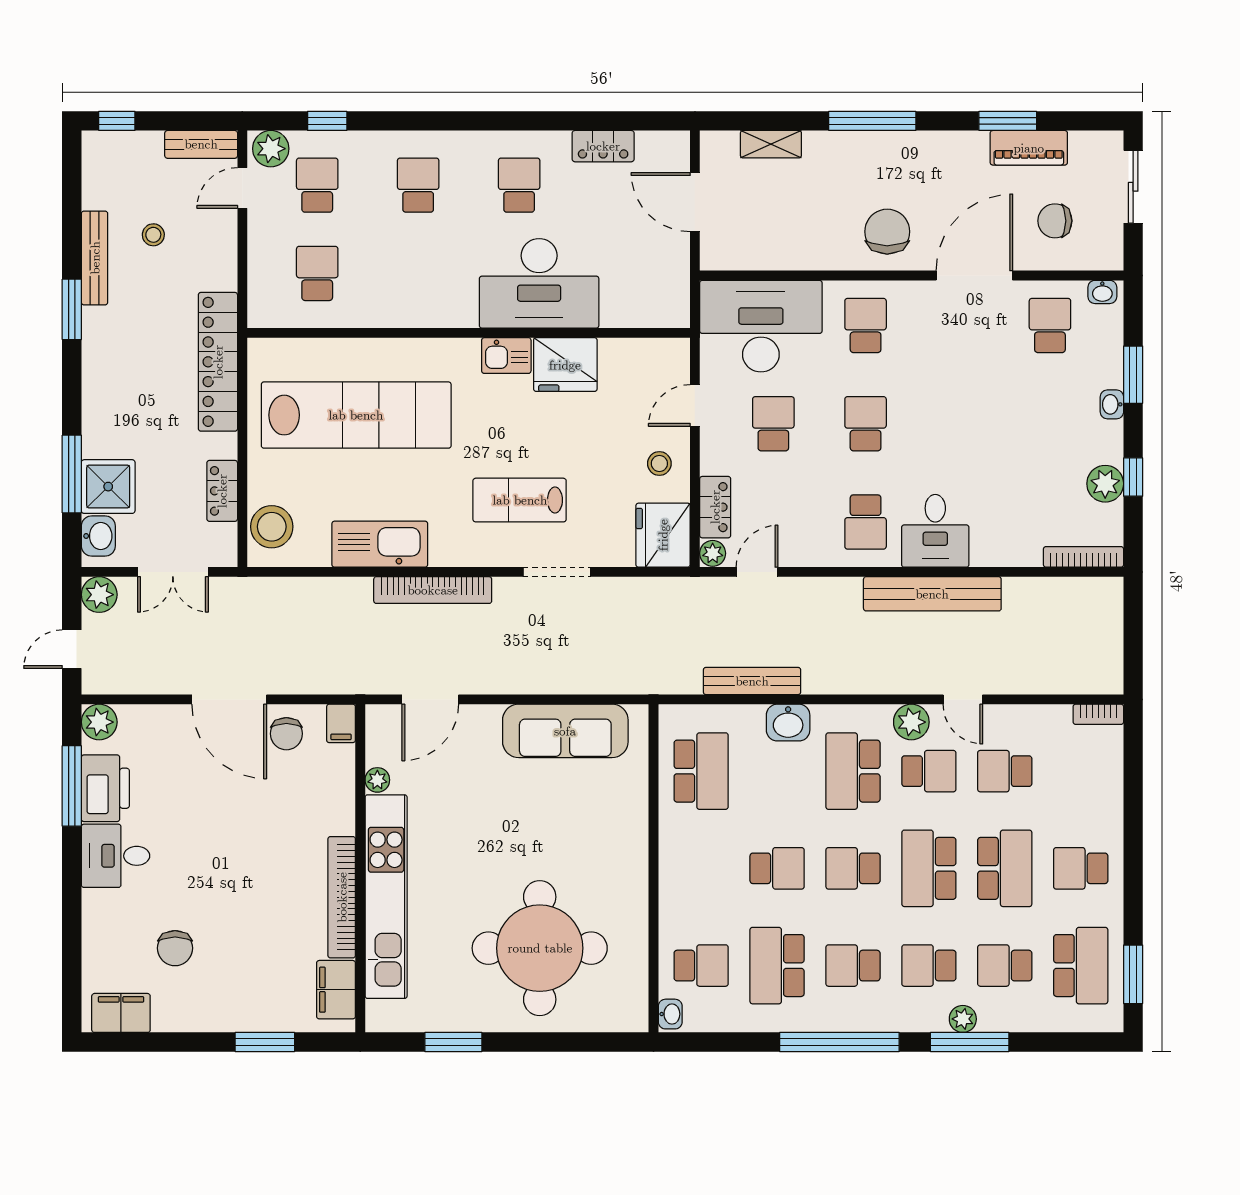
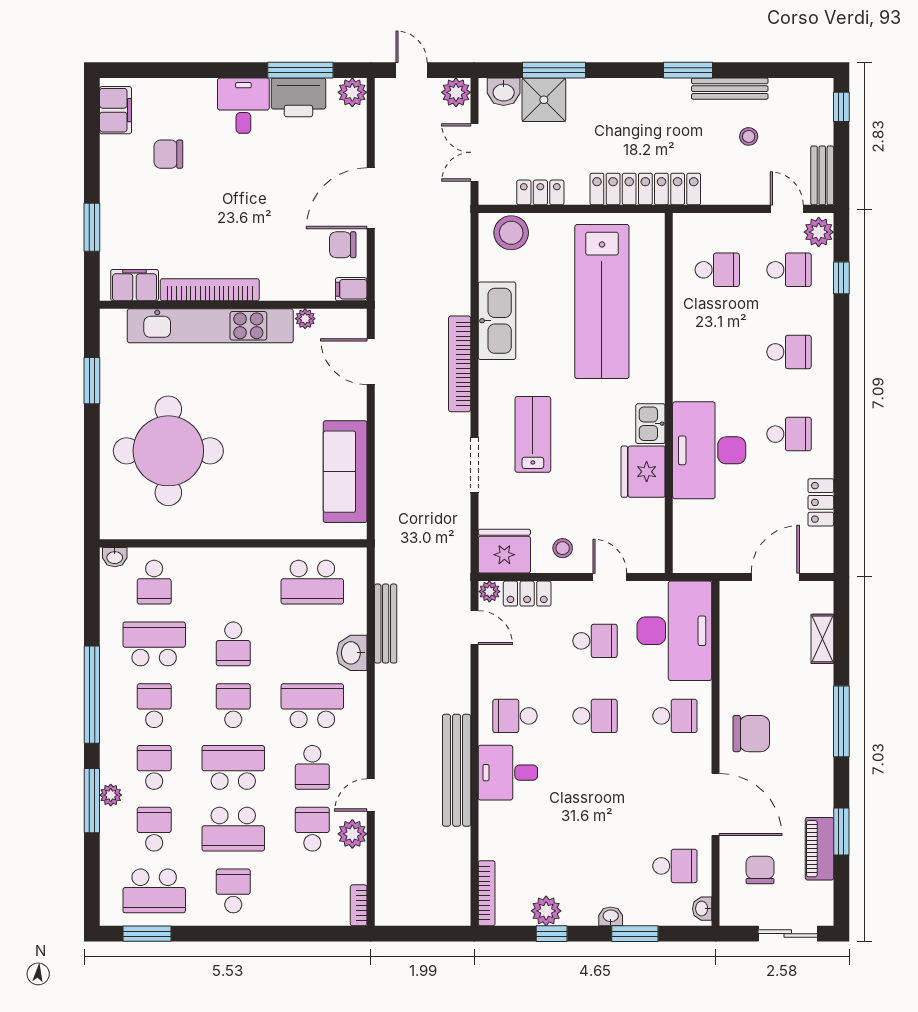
plant: (911, 722) -> (352, 834), moved

